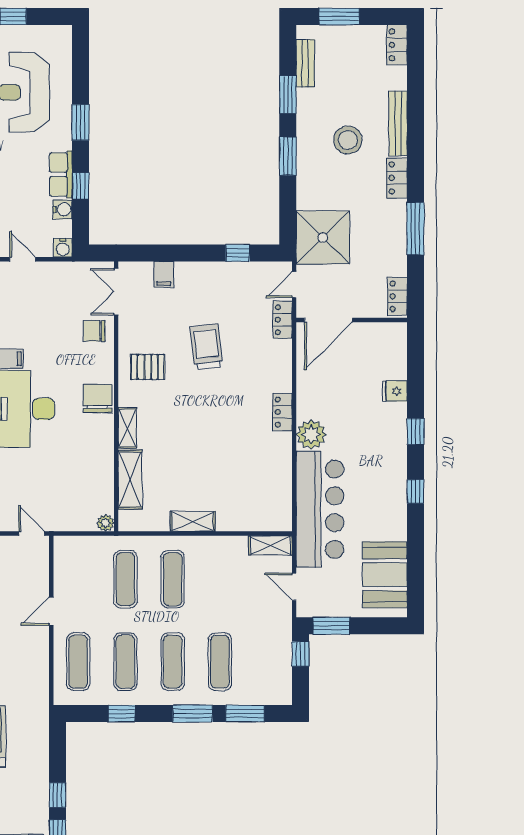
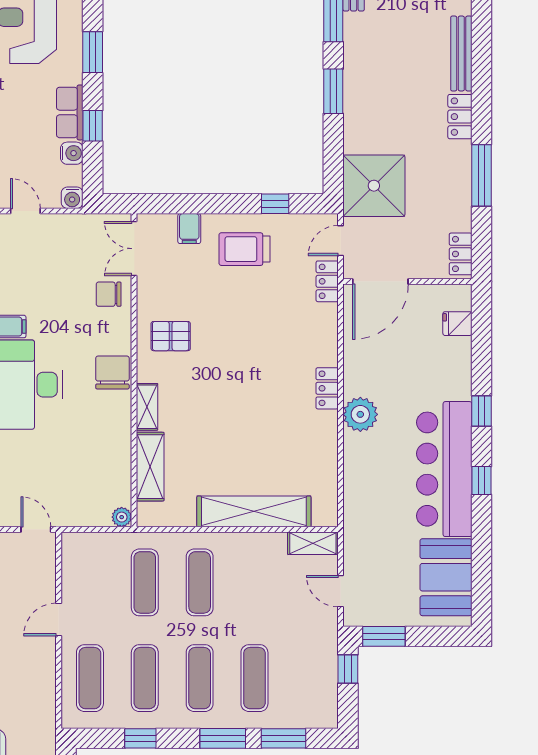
stool: (348, 140) -> (403, 73), removed
trolley: (206, 347) -> (244, 249), moved, turned -83
fridge: (395, 391) -> (457, 324), moved
bar counter: (320, 509) -> (444, 469), moved, turned 180
shelving: (193, 521) -> (254, 511), width x2.20, depth x1.33

